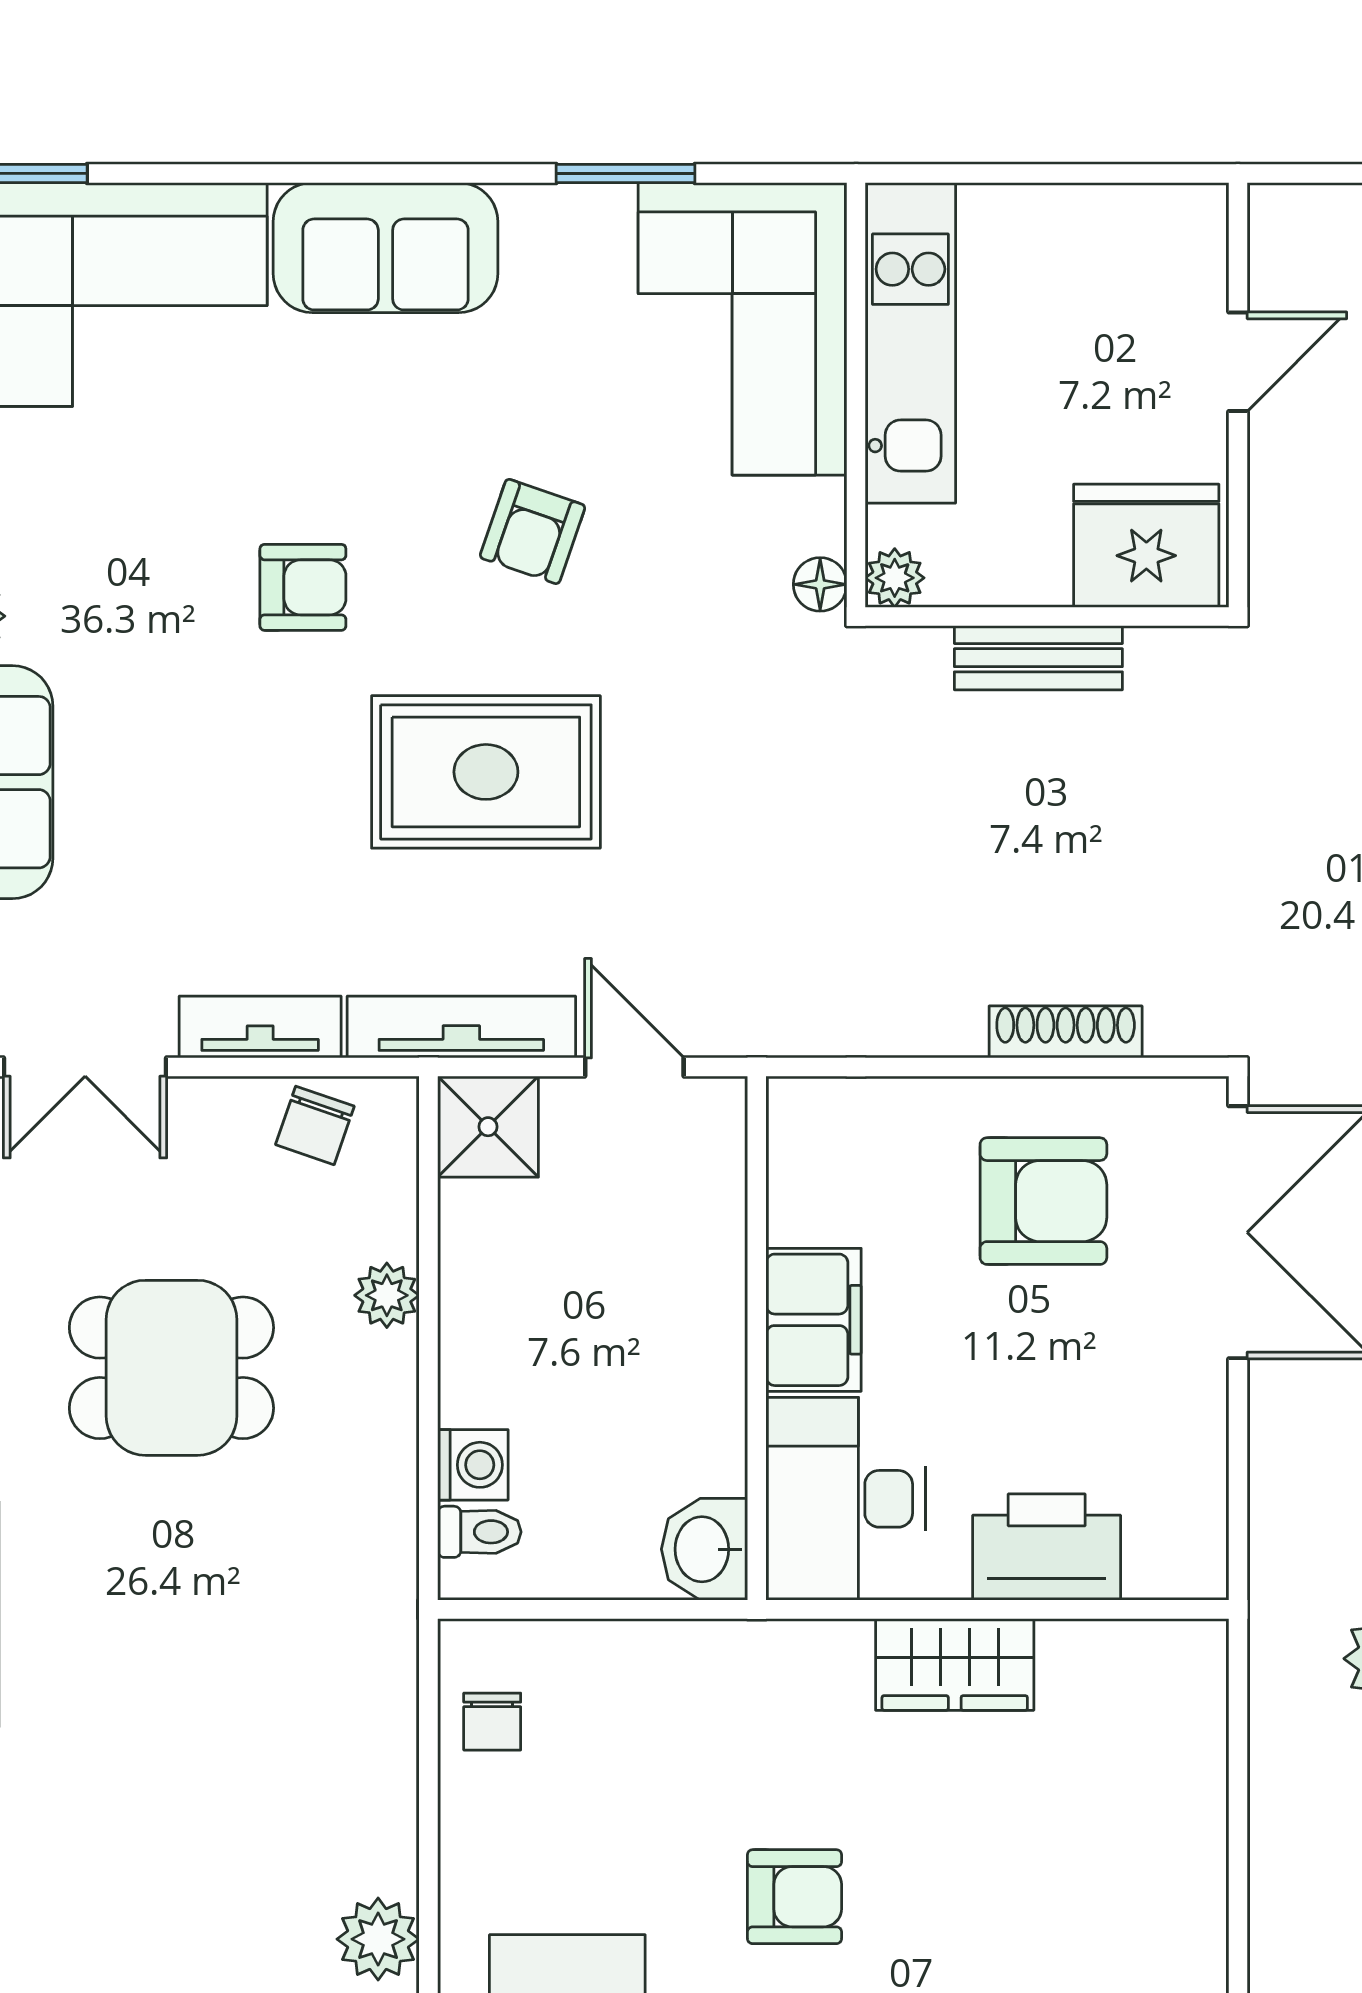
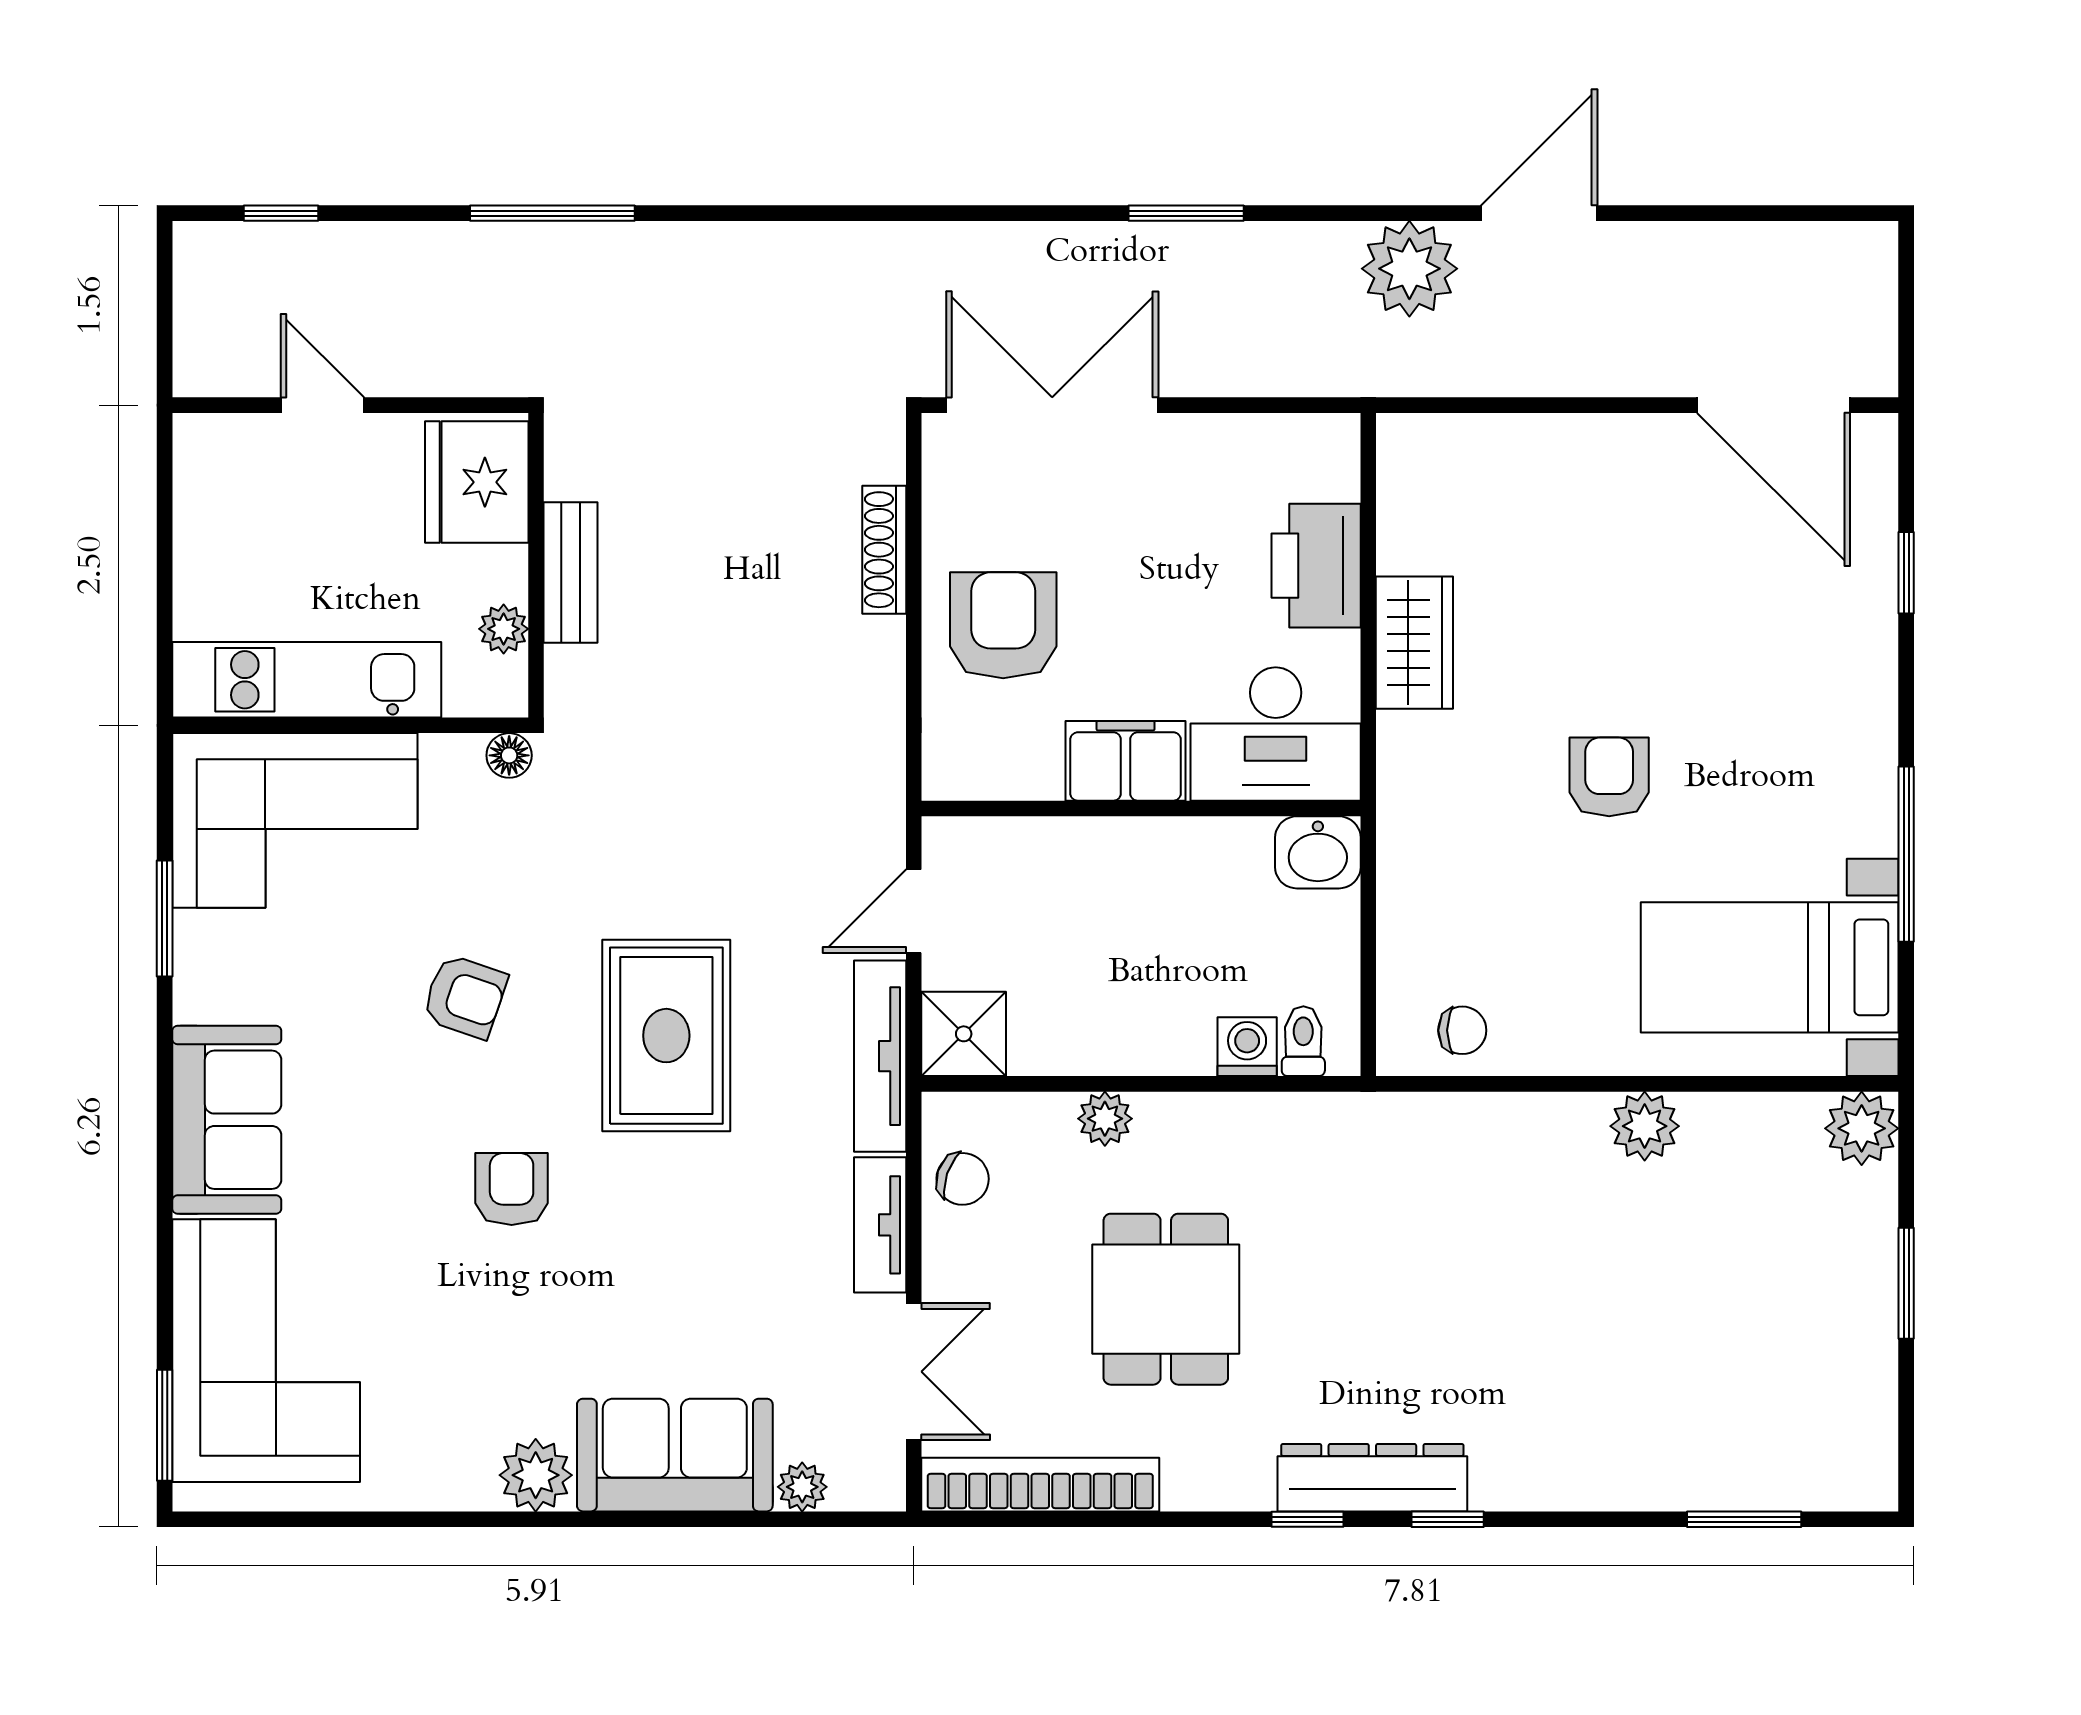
plant: (895, 578) -> (504, 629), moved
armchair: (1043, 1201) -> (1003, 625), moved

